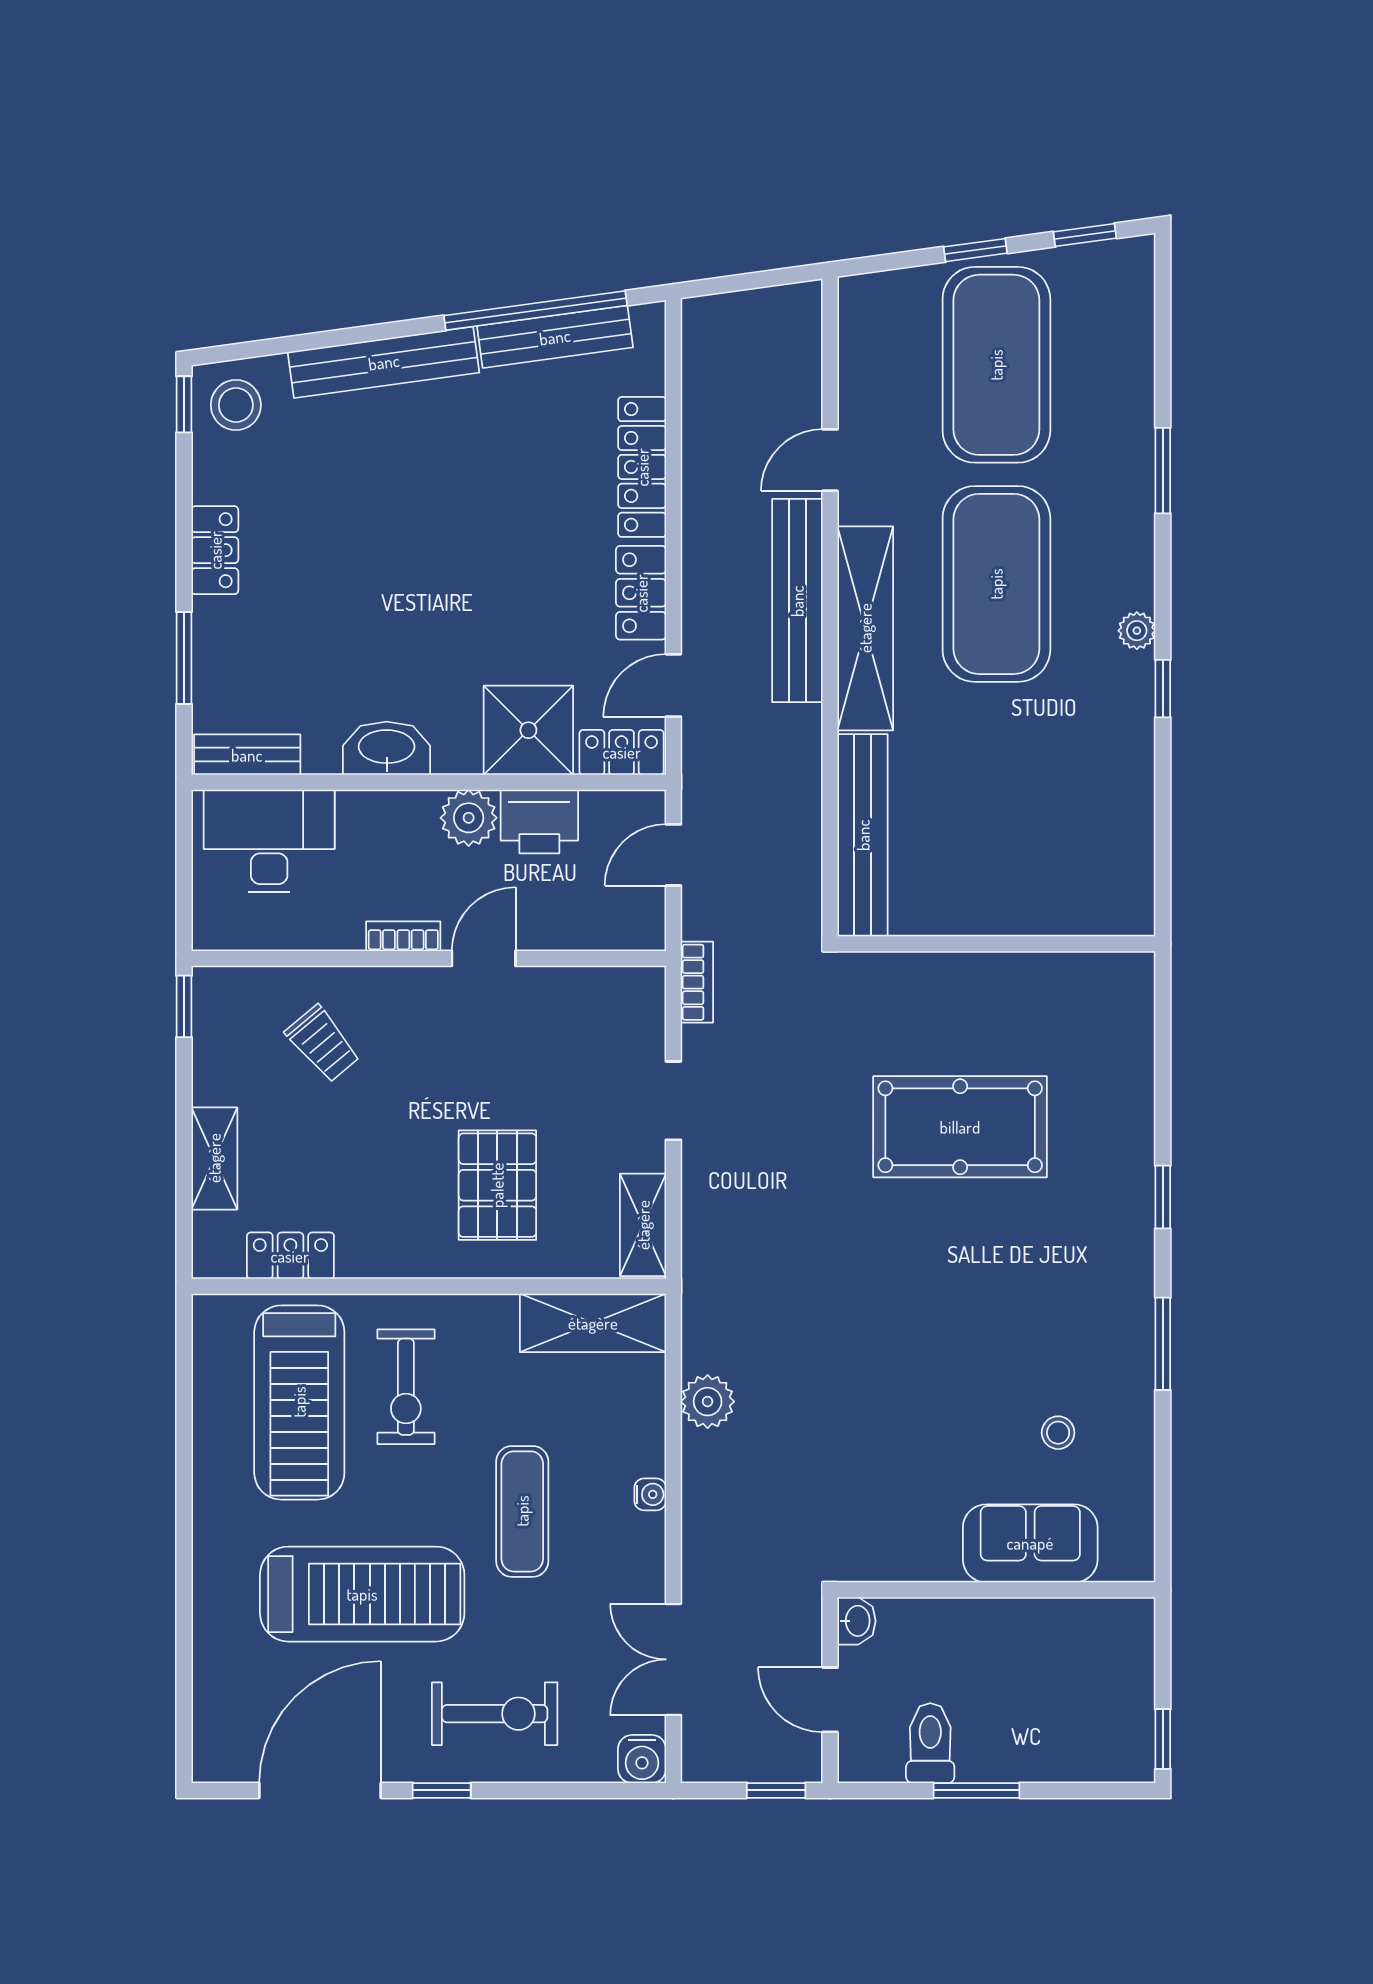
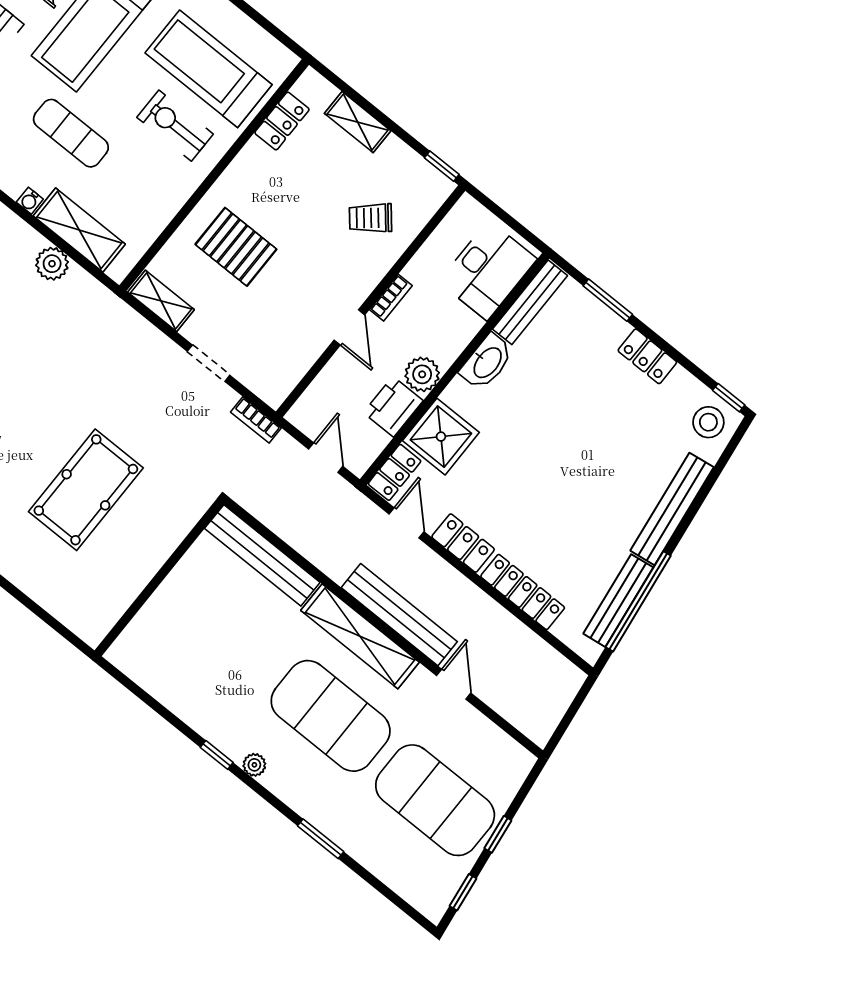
bench: (247, 755) -> (530, 302), width x1.36
shelving: (593, 1323) -> (79, 230), moved, turned 90

